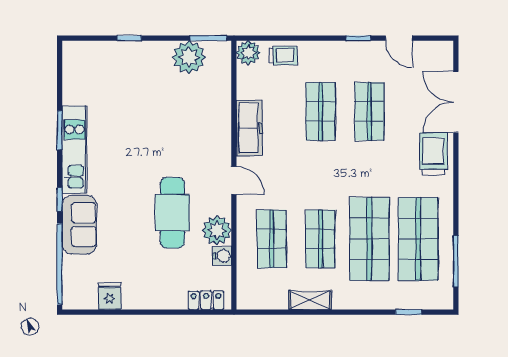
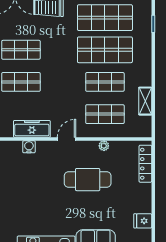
plant: (217, 230) -> (104, 146), width x0.53, depth x0.53
water cooler: (222, 256) -> (29, 147), moved
locker: (206, 300) -> (145, 164), width x1.53
shelving: (310, 300) -> (145, 101), moved

